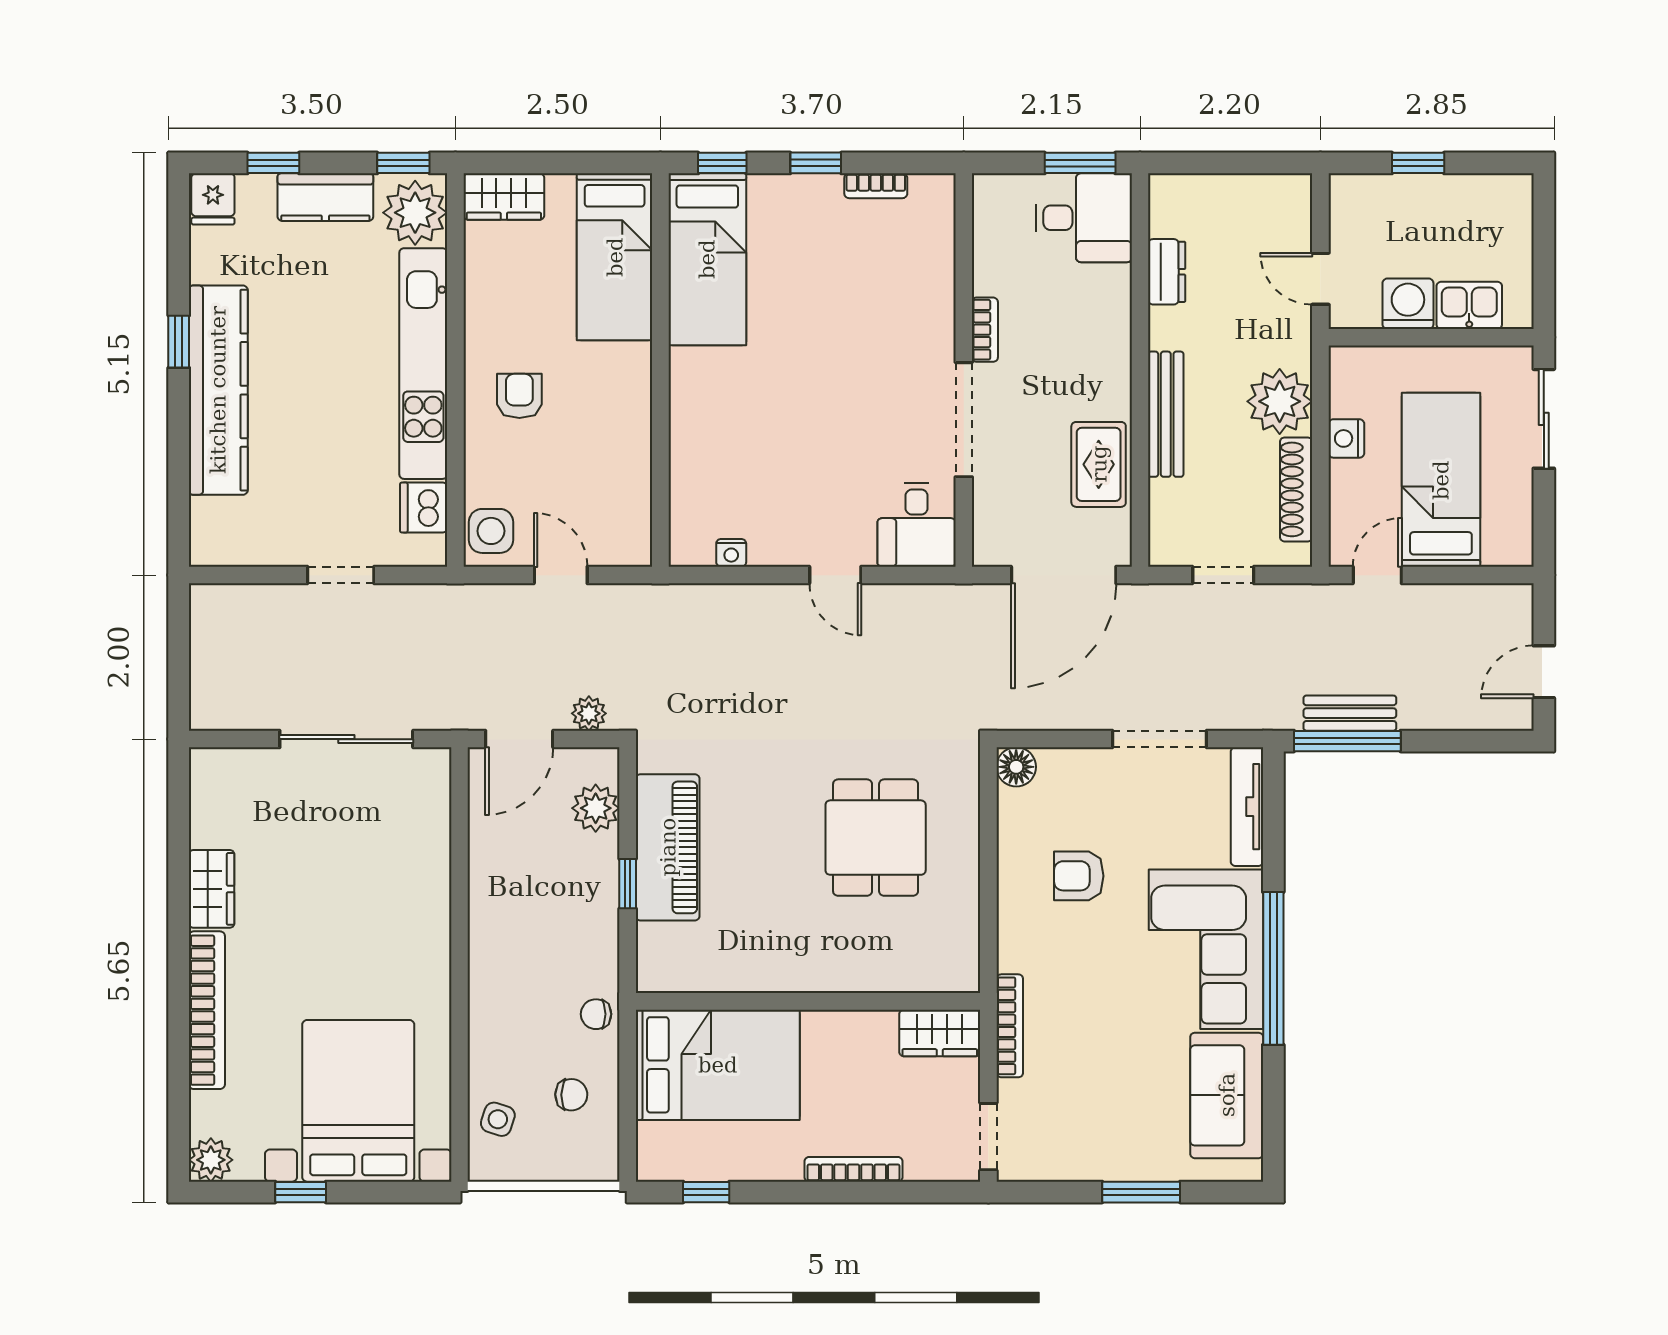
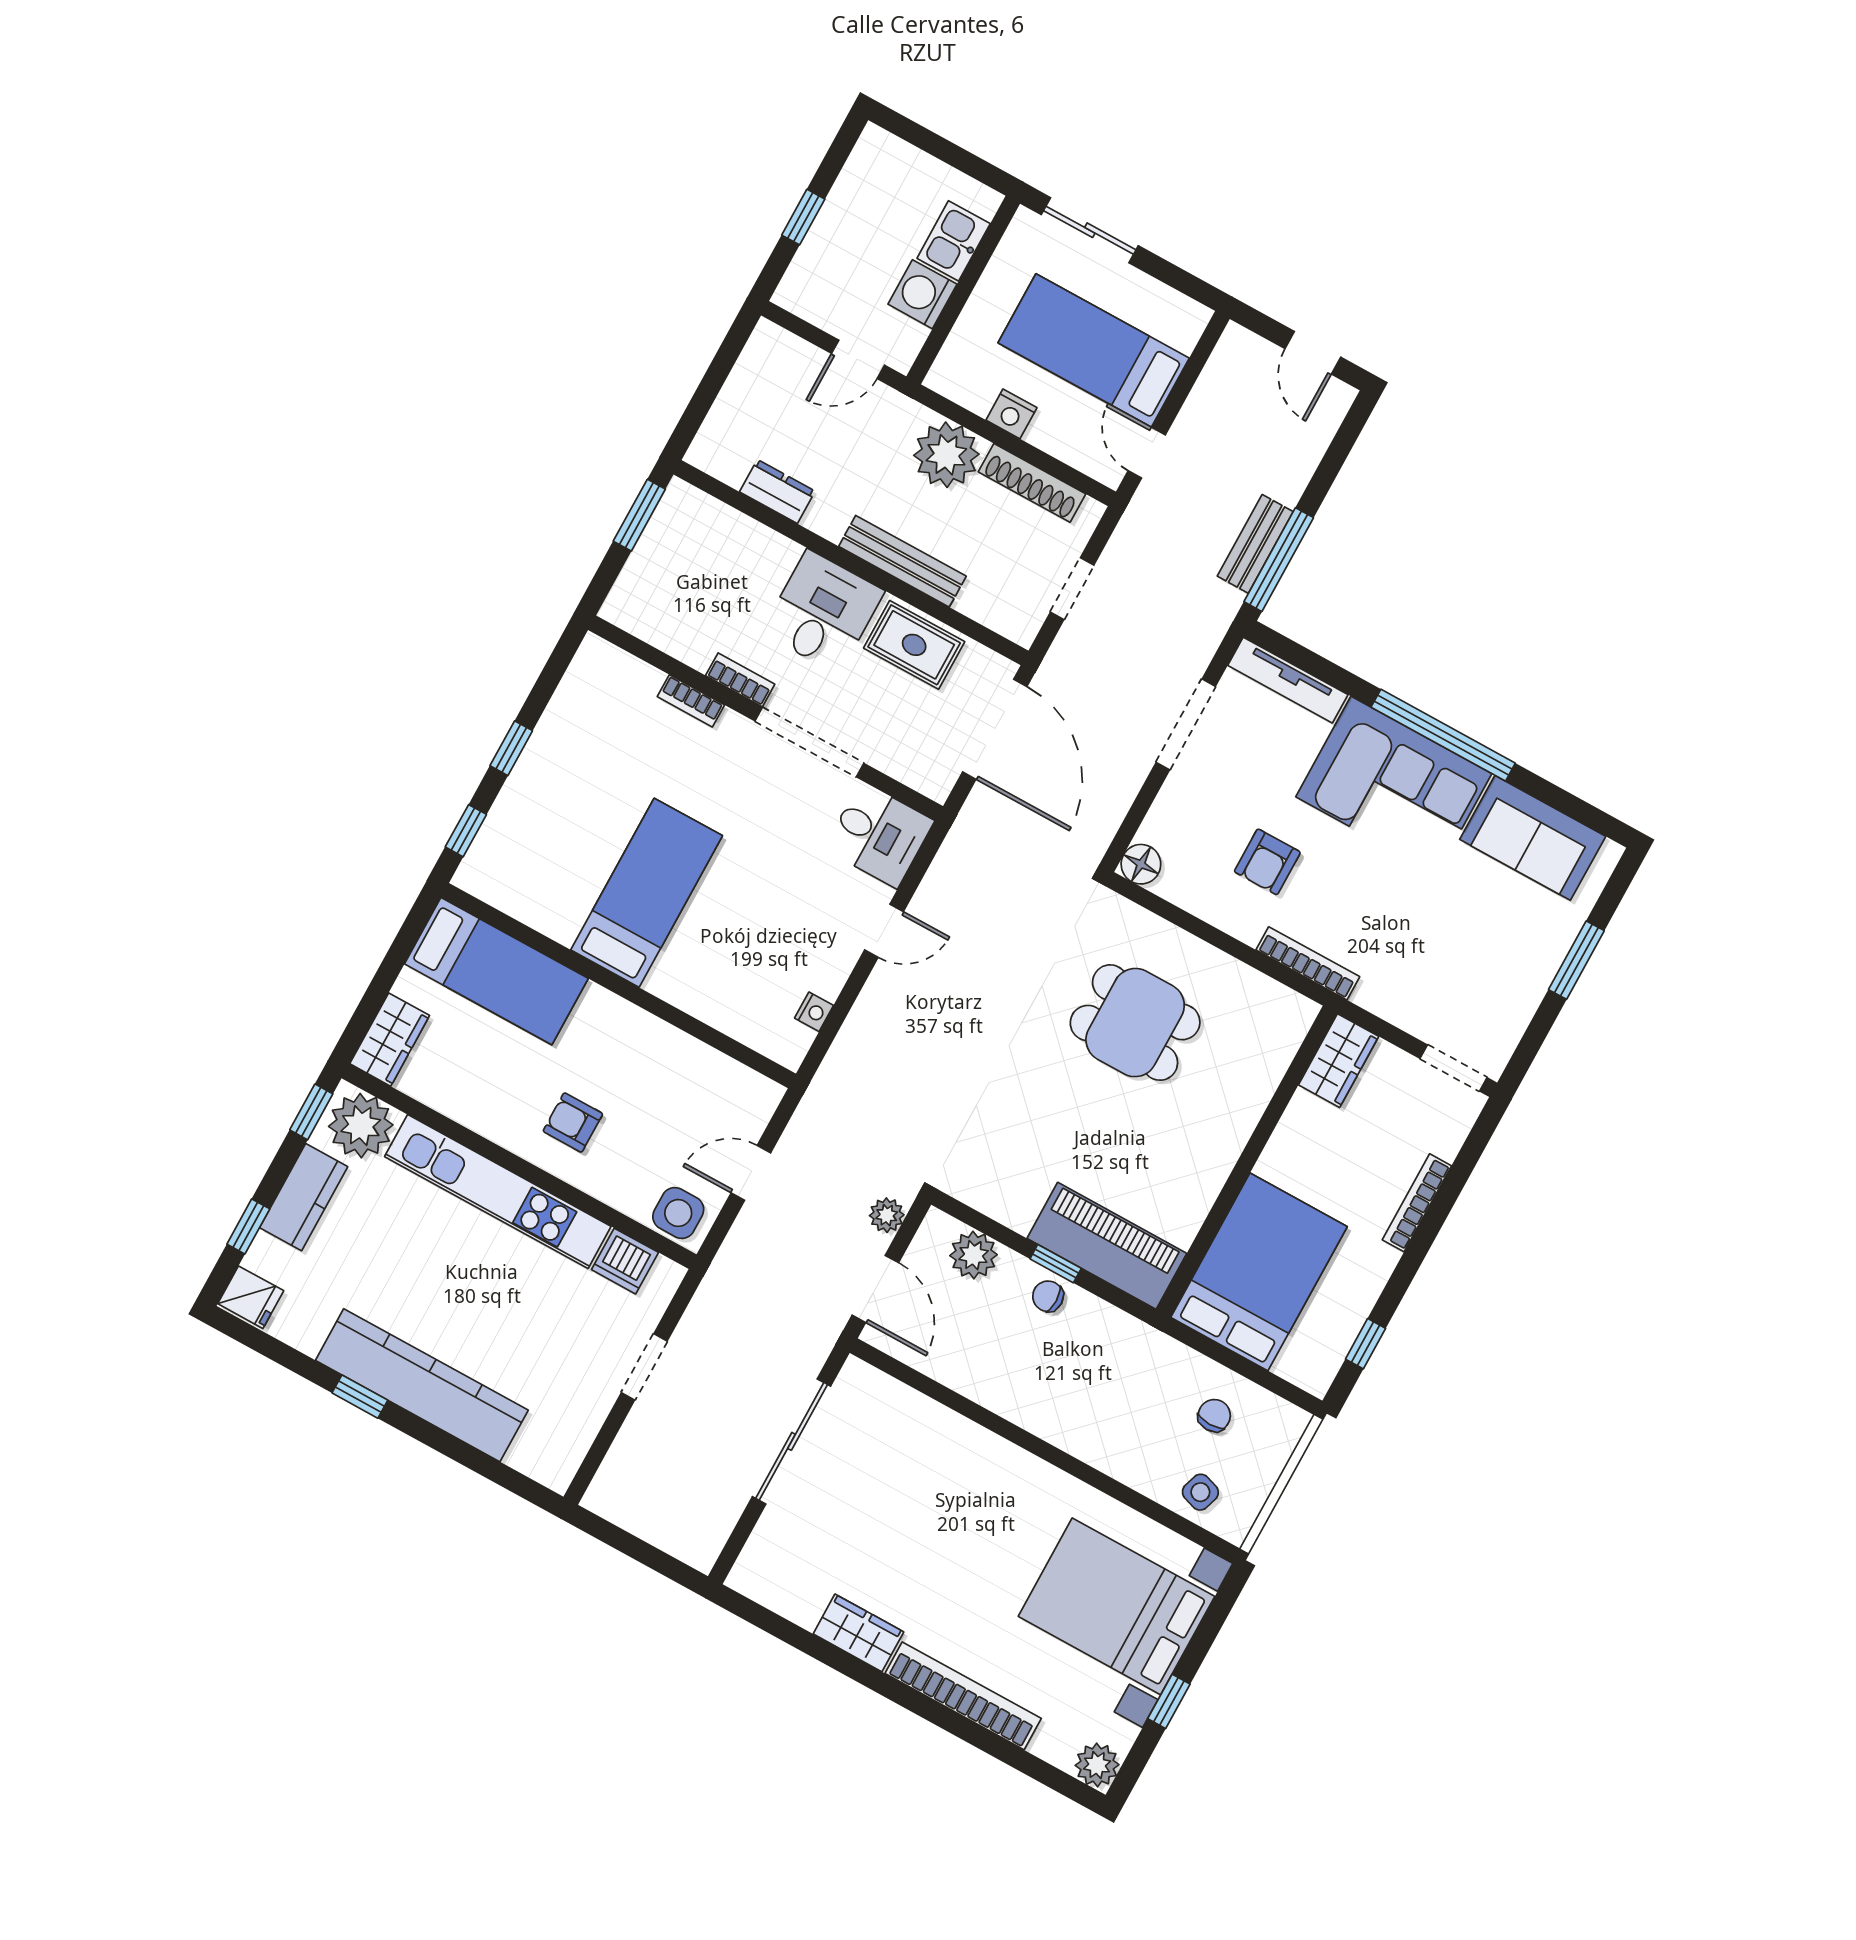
bookcase: (876, 186) -> (691, 701), moved, turned 90
desk: (1084, 218) -> (823, 612), moved
bed: (707, 259) -> (647, 893), moved, turned -90
piano: (668, 847) -> (1107, 1246), moved
chair: (596, 1014) -> (1048, 1296), moved, turned 90
bookcase: (1010, 1026) -> (1308, 963), moved

